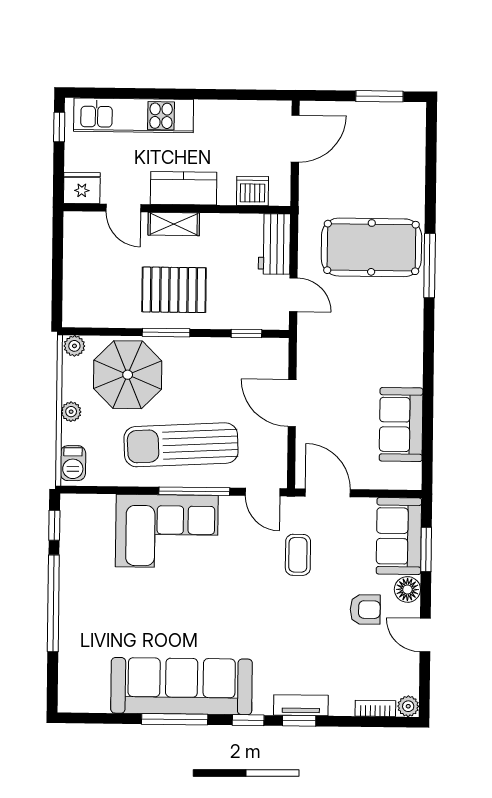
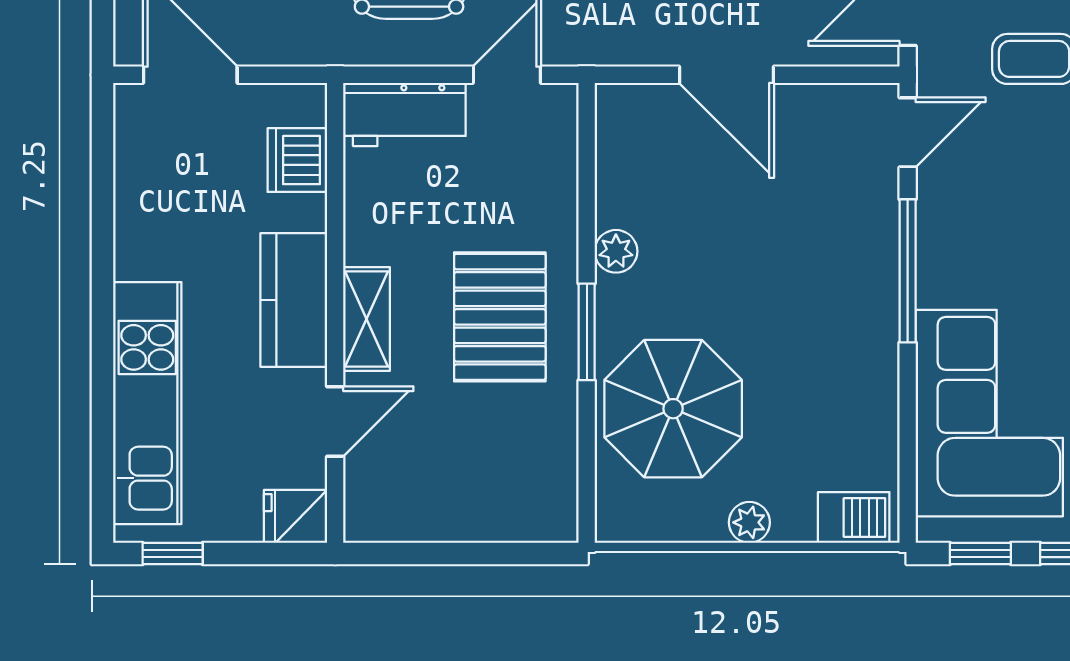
fridge: (82, 188) -> (296, 516), width x0.72
window: (246, 334) -> (587, 169), removed
plant: (74, 346) -> (616, 251), moved
door: (292, 403) -> (726, 75), hinge flipped
sun lounger: (181, 445) -> (814, 299), removed
corner sofa: (167, 531) -> (989, 413), moved

